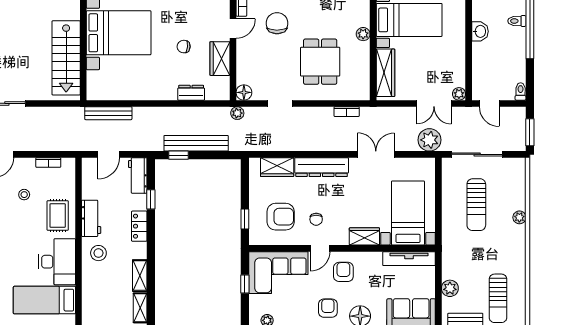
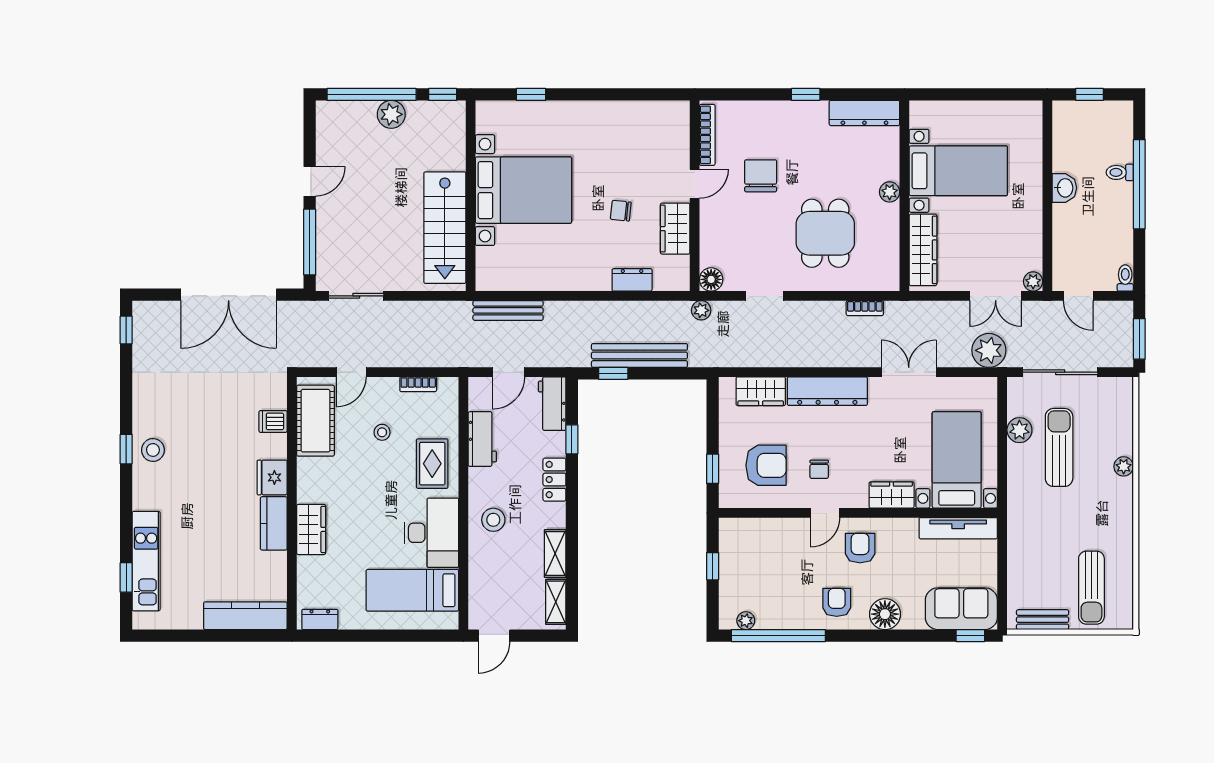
sun lounger: (476, 205) -> (1059, 447), turned 180
workbench: (91, 218) -> (482, 439), moved
corner sofa: (278, 273) -> (763, 549), removed
plant: (450, 288) -> (1019, 430), moved

